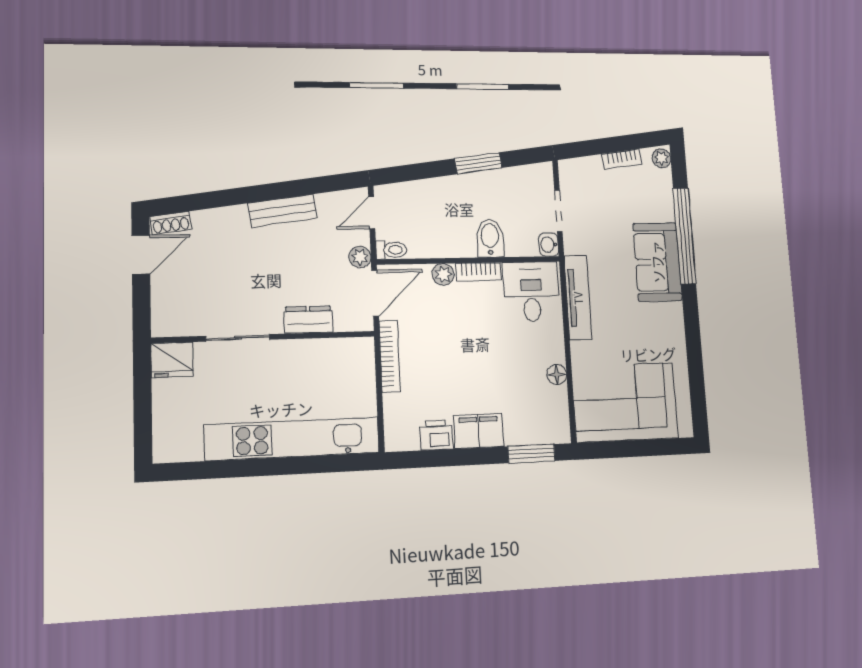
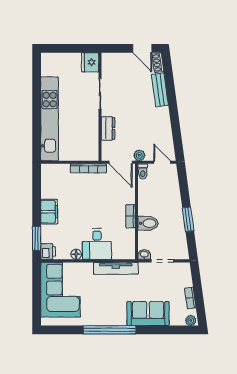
bench: (283, 211) -> (160, 90), moved
window: (685, 236) -> (109, 330), moved
sofa: (657, 262) -> (148, 313), moved
plant: (443, 274) -> (130, 198), removed
desk: (531, 291) -> (97, 244), moved, turned 90
printer: (436, 435) -> (48, 251), moved

